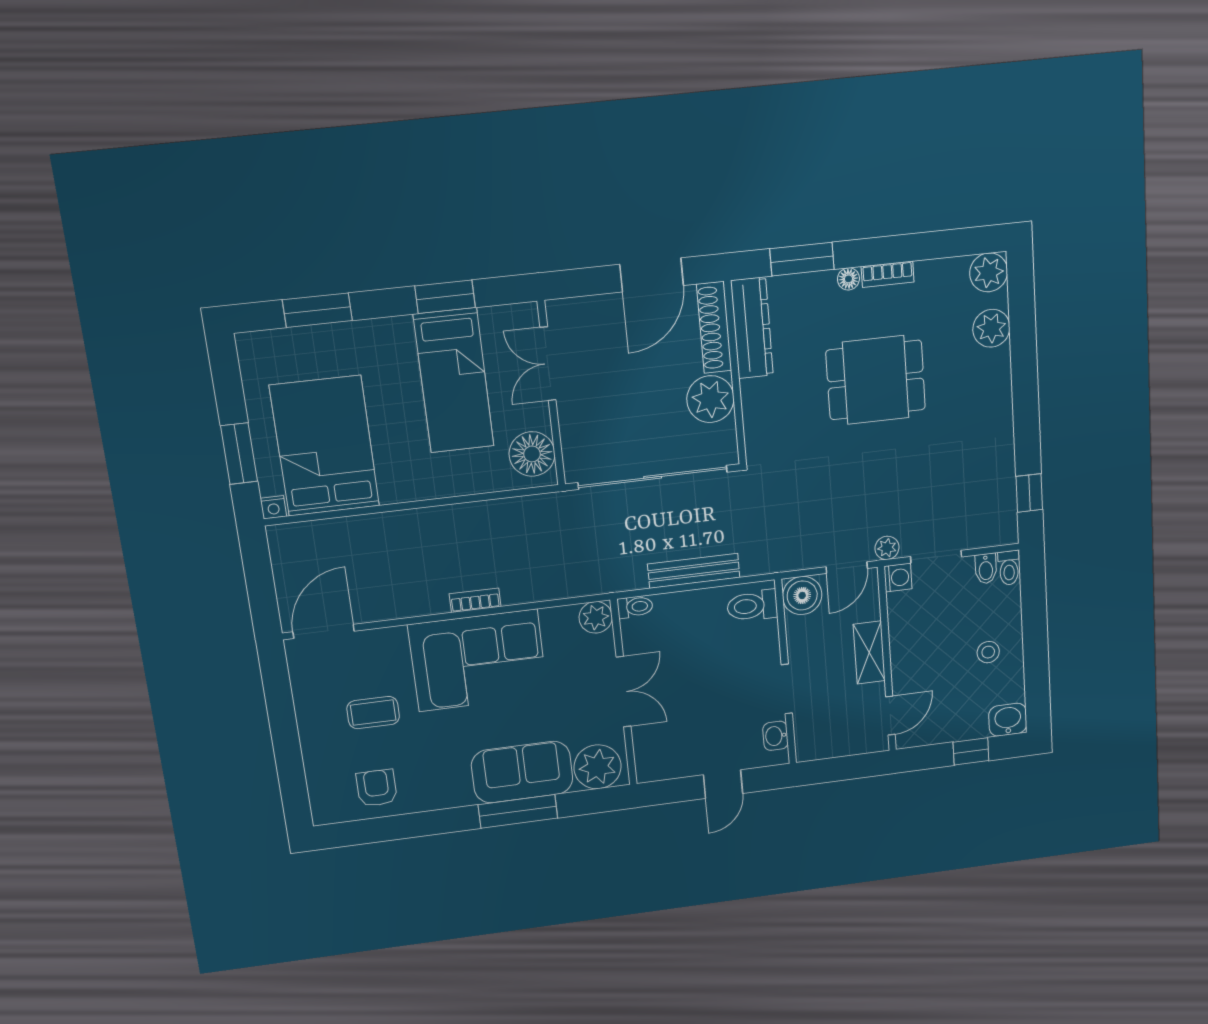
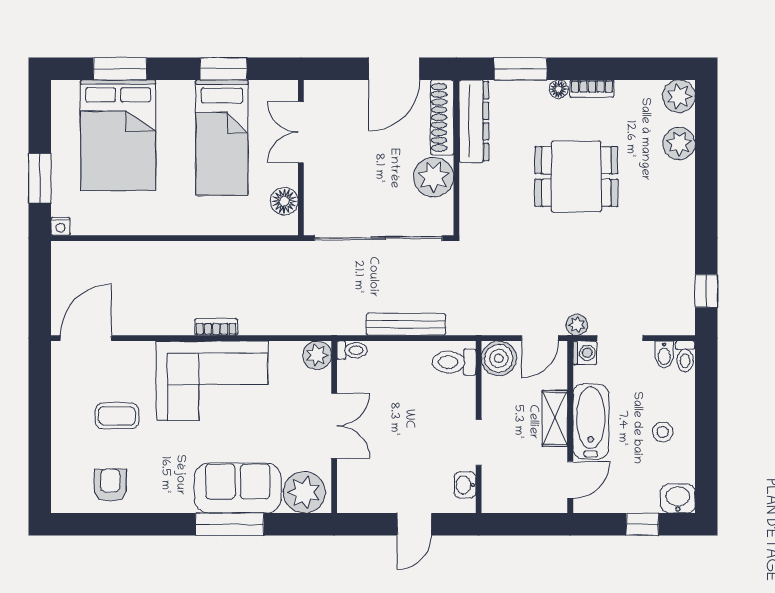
bed: (325, 446) -> (118, 135), moved, turned 180
floor lamp: (532, 454) -> (284, 201), width x0.73, depth x0.73
bathtub: (909, 651) -> (591, 421), added

